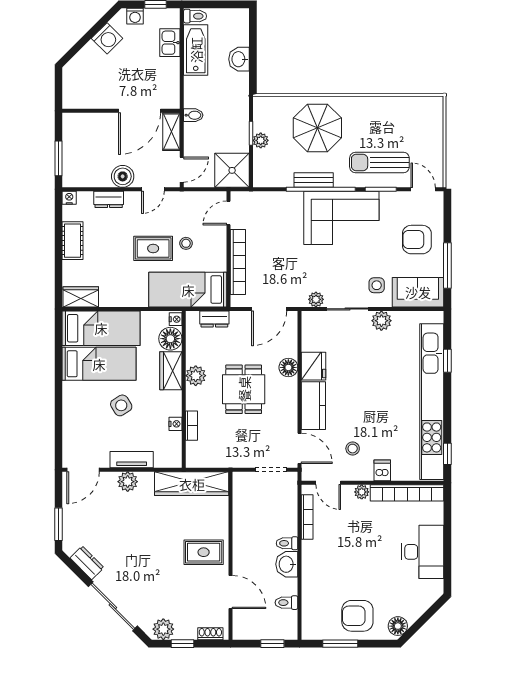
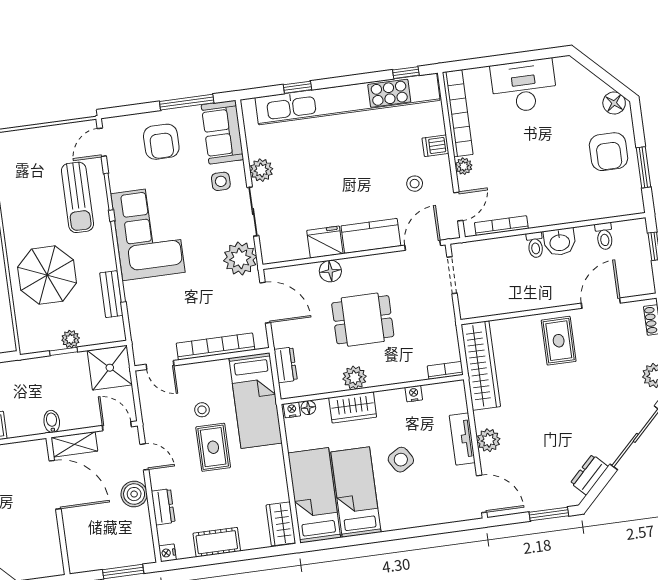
bench: (314, 180) -> (111, 294), moved
plant: (316, 299) -> (240, 259), width x1.87, depth x1.87
floor lamp: (170, 339) -> (308, 408), width x0.53, depth x0.53
bookcase: (191, 426) -> (445, 370), moved

